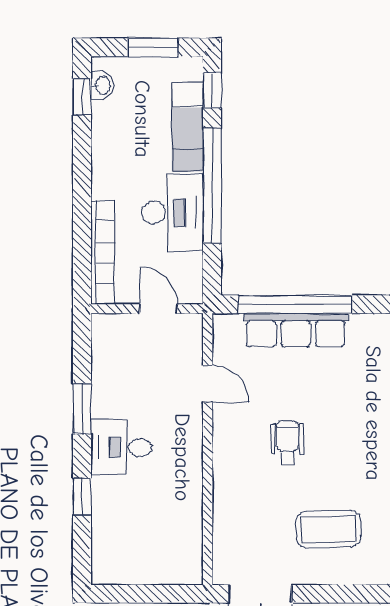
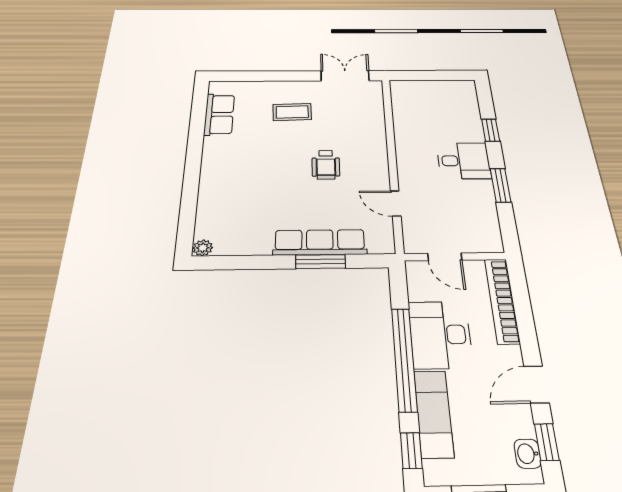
door: (82, 155) -> (536, 384), added
window: (295, 304) -> (321, 262), width x0.47
coffee table: (329, 529) -> (292, 112), width x0.73, depth x0.77

